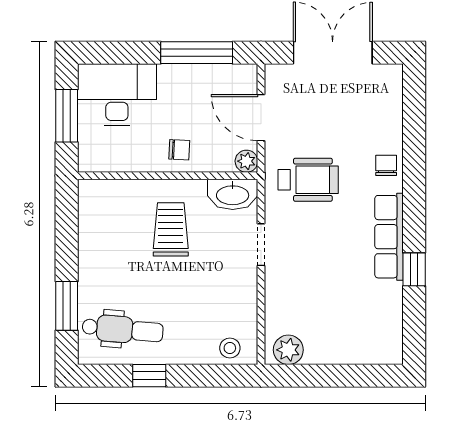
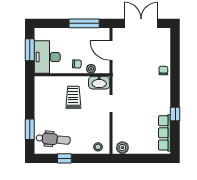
desk: (117, 95) -> (47, 57), moved, turned -90
plant: (246, 161) -> (91, 69), moved
wheelchair: (308, 180) -> (131, 77), removed
row of seats: (389, 237) -> (165, 133), moved

